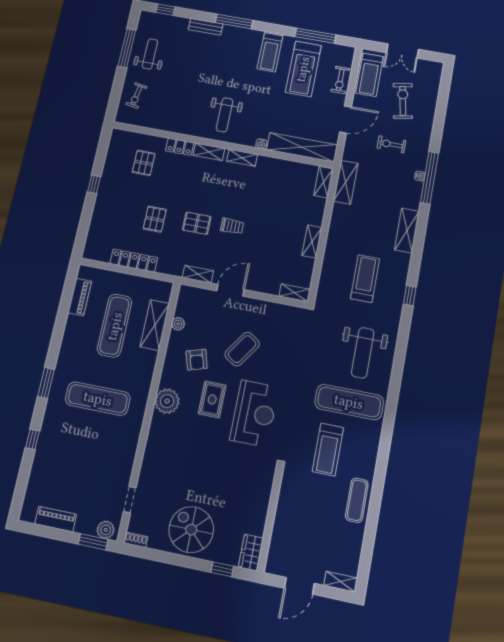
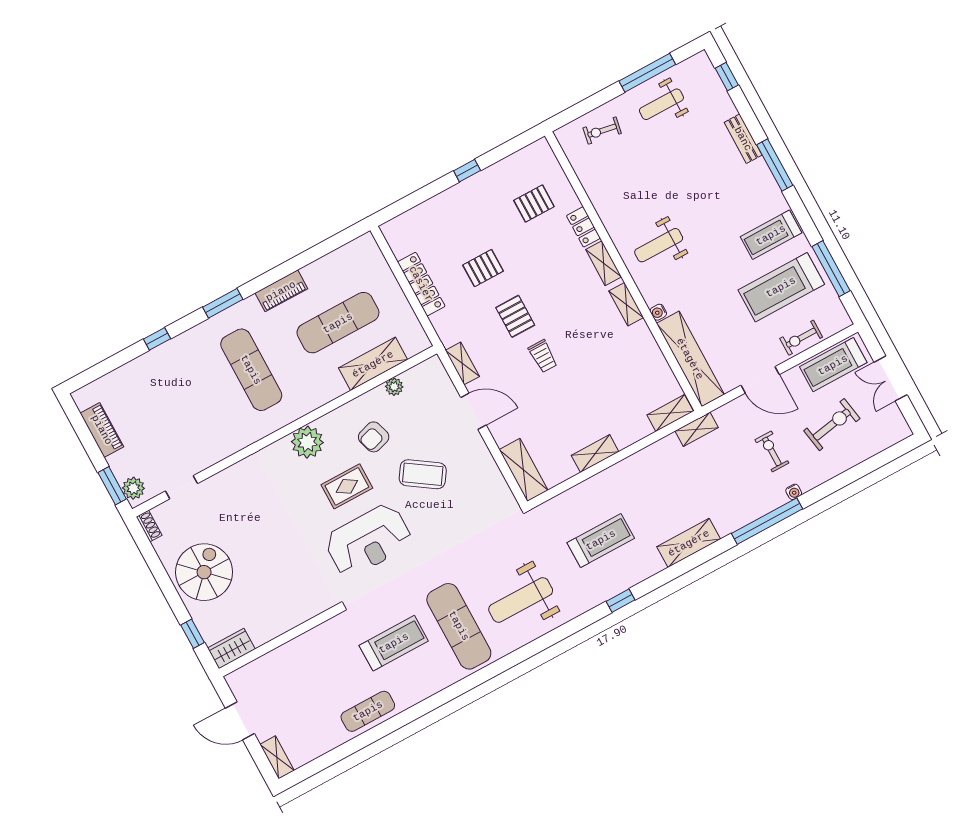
weight bench: (150, 54) -> (661, 104), turned 180
water cooler: (420, 176) -> (794, 492), moved
shelving: (346, 182) -> (697, 429), width x0.67, depth x0.75
shelving: (295, 293) -> (524, 470), width x1.50, depth x1.33
piano: (80, 297) -> (281, 291), moved
treadmill: (328, 450) -> (394, 643), turned 180

